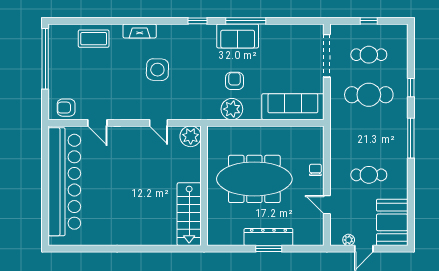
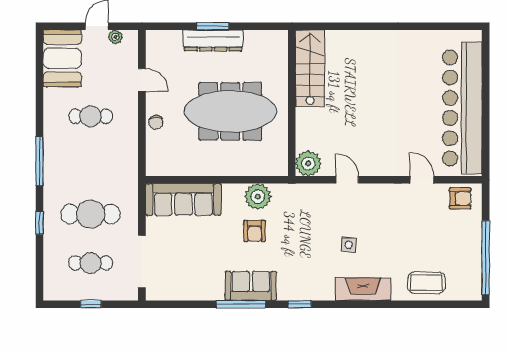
fireplace: (140, 31) -> (363, 289), width x1.37, depth x1.32
side table: (157, 70) -> (349, 245), width x0.54, depth x0.54

